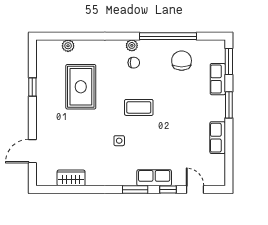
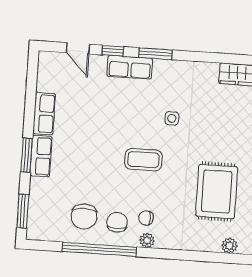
chair: (156, 58) -> (117, 222), added
row of seats: (218, 79) -> (41, 156), moved

